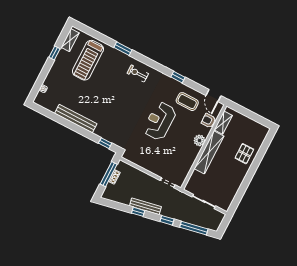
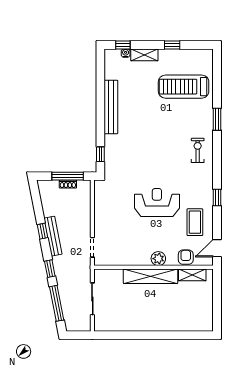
shelving: (70, 40) -> (144, 55), moved
window: (37, 88) -> (123, 45), added
pallet: (244, 154) -> (170, 317), removed

